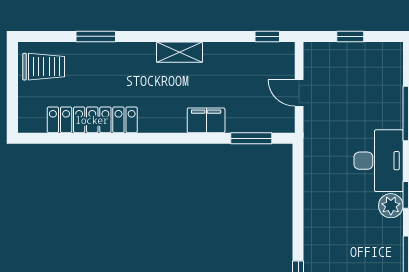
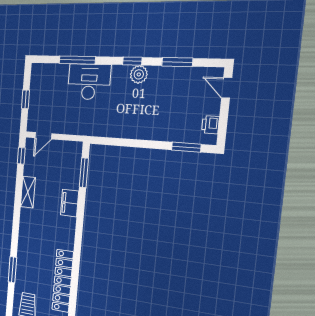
shelving: (179, 52) -> (28, 192), moved
door: (299, 93) -> (43, 136), moved
desk: (379, 161) -> (89, 82), moved

